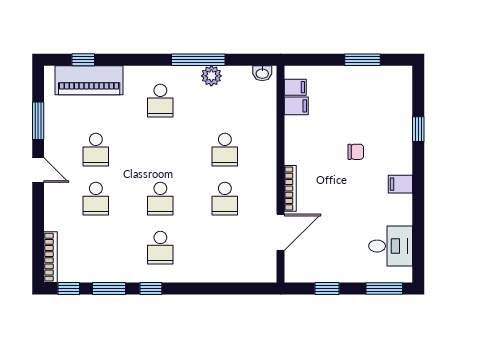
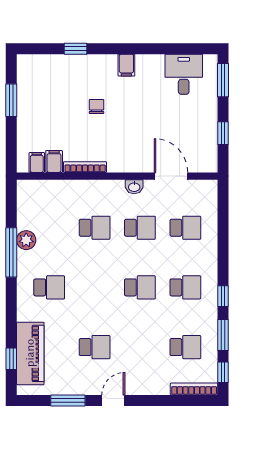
washbasin: (262, 73) -> (134, 187), moved, turned 90
bookcase: (290, 188) -> (85, 167), moved
school desk: (96, 199) -> (185, 347), moved
school desk: (225, 248) -> (185, 228), added

